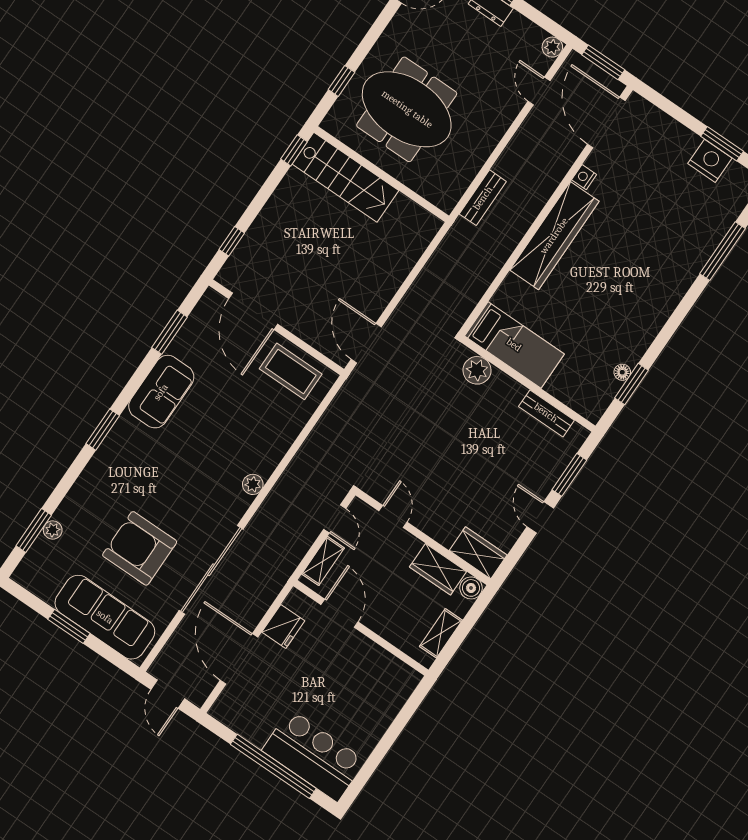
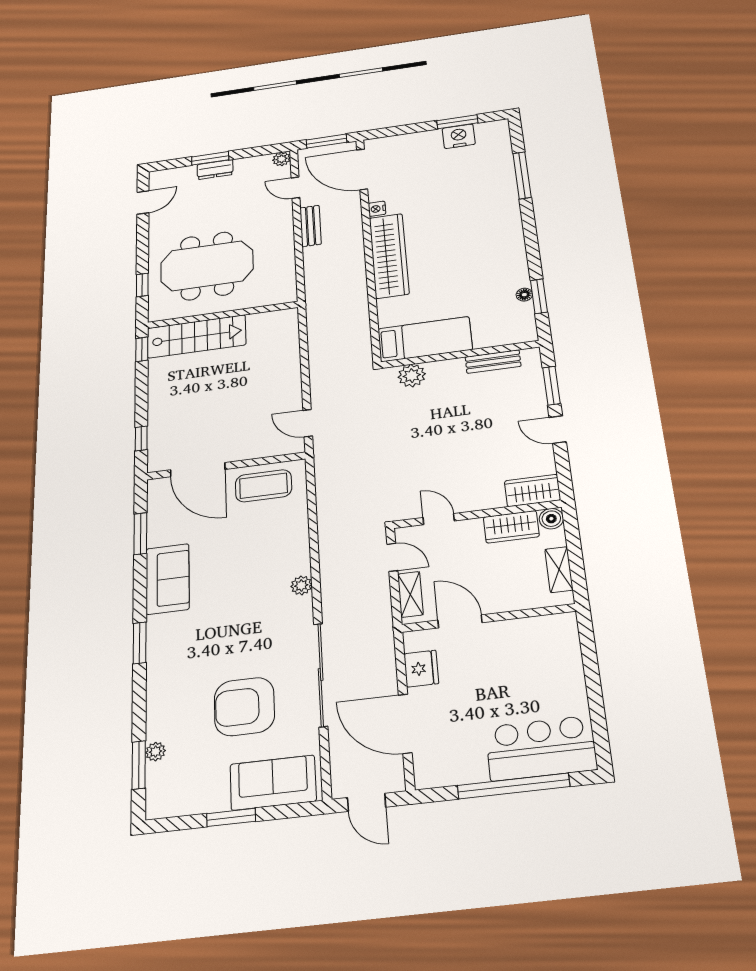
bench: (483, 198) -> (311, 226), moved
door: (366, 343) -> (308, 423), width x0.73
sofa: (105, 617) -> (273, 783), width x0.73

